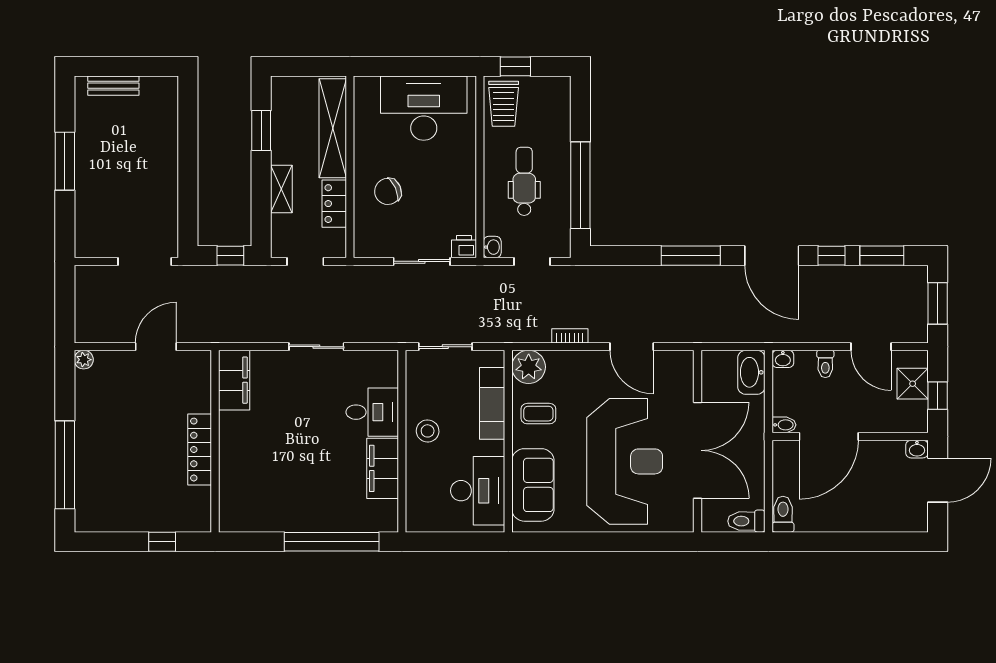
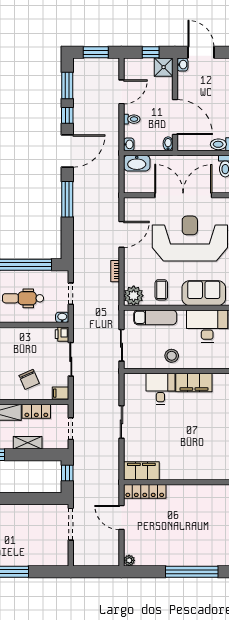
filing cabinet: (365, 244) -> (61, 393), added
shower: (913, 384) -> (164, 67), moved
locker: (200, 450) -> (145, 491), moved

